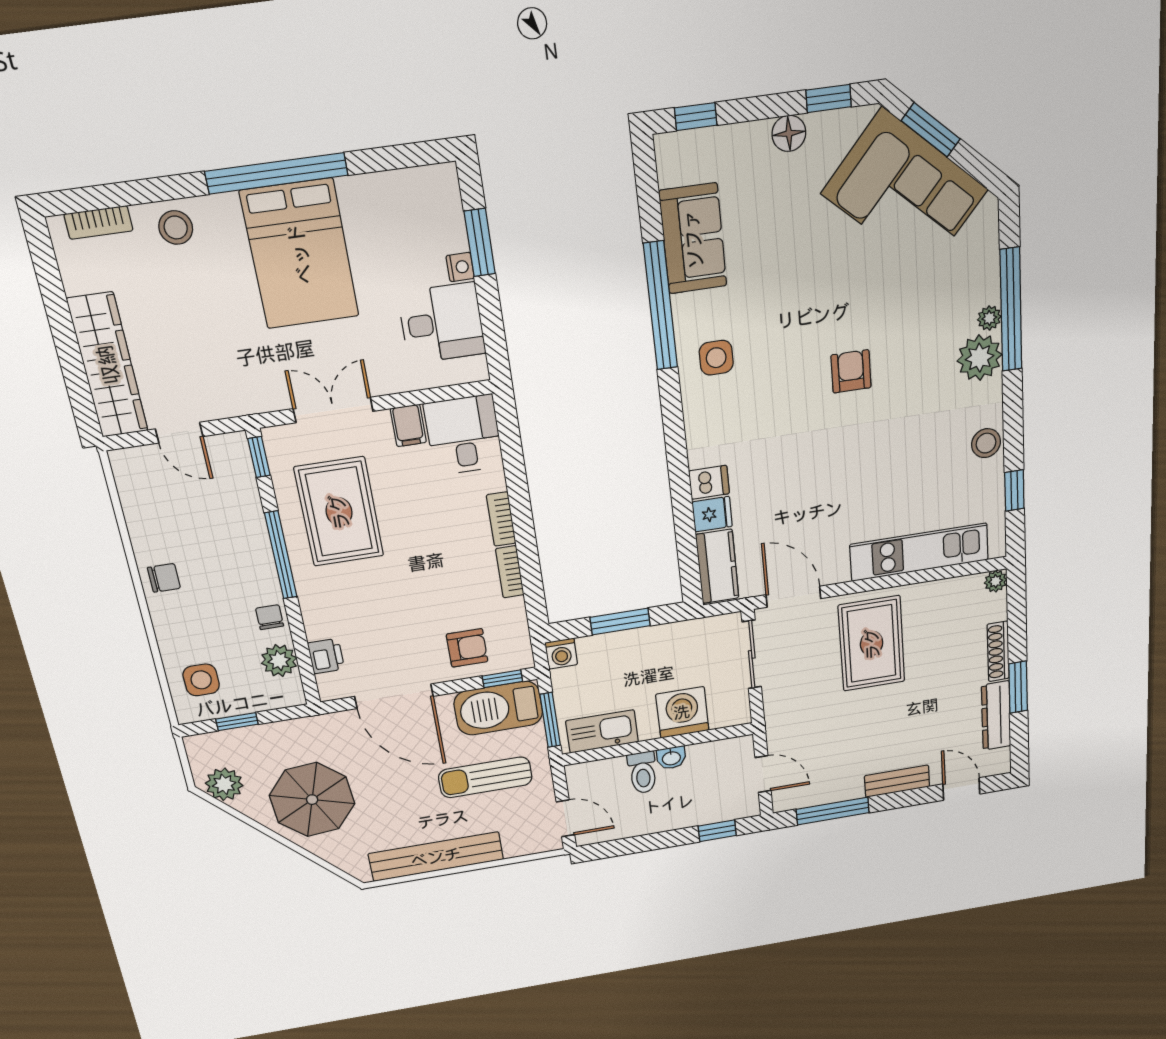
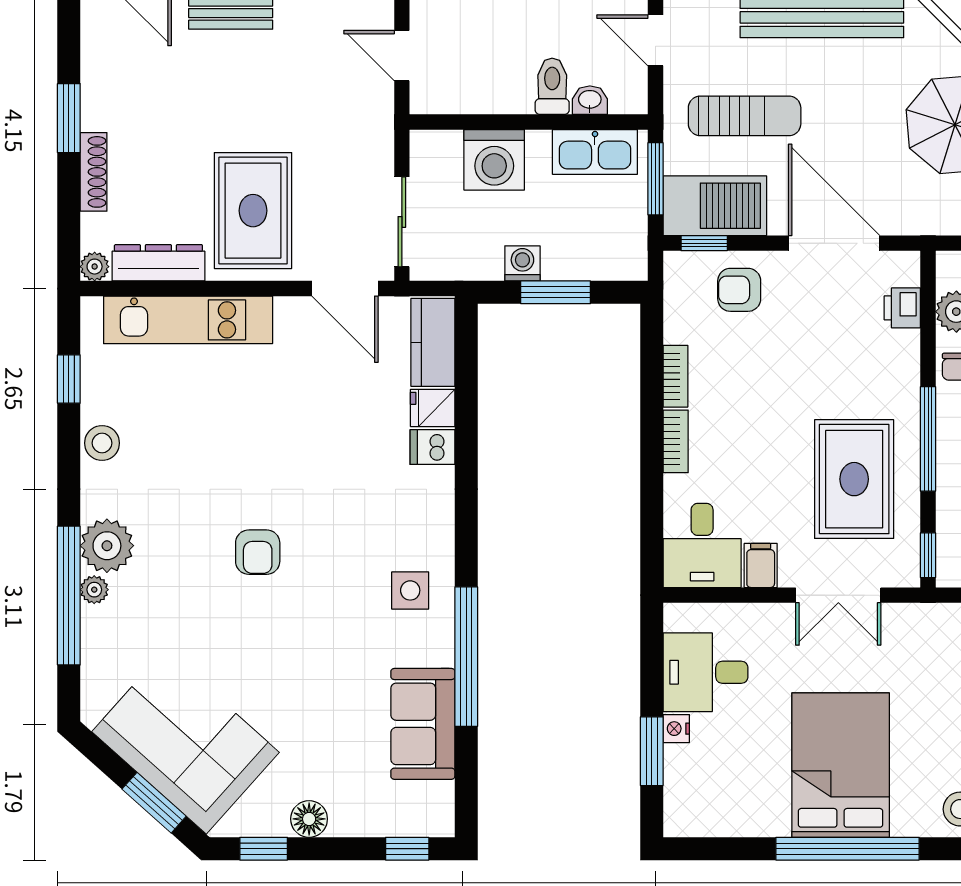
washing machine: (561, 654) -> (522, 263), moved
dresser: (996, 716) -> (158, 263), moved, turned -90
washbasin: (671, 758) -> (590, 100), moved

